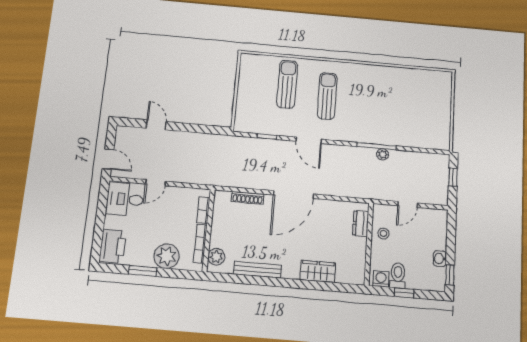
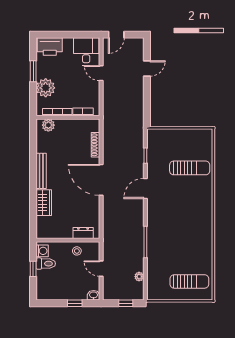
sun lounger: (327, 96) -> (189, 281), moved
plant: (383, 154) -> (139, 277), moved
washbasin: (440, 259) -> (94, 295), moved
bench: (257, 270) -> (41, 171), moved
window: (450, 275) -> (75, 303), moved

